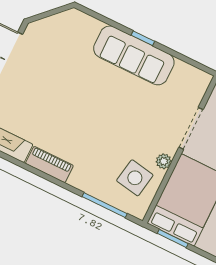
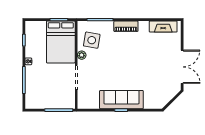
piano: (49, 165) -> (126, 26), moved

